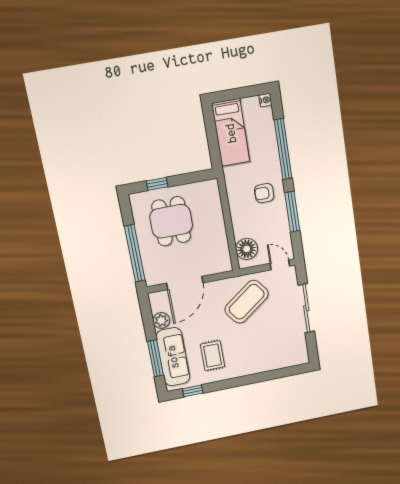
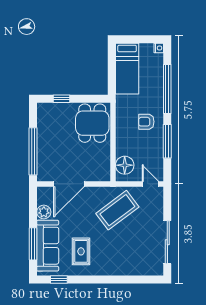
dining table: (171, 221) -> (92, 123), moved
sliding door: (306, 308) -> (167, 242), moved

